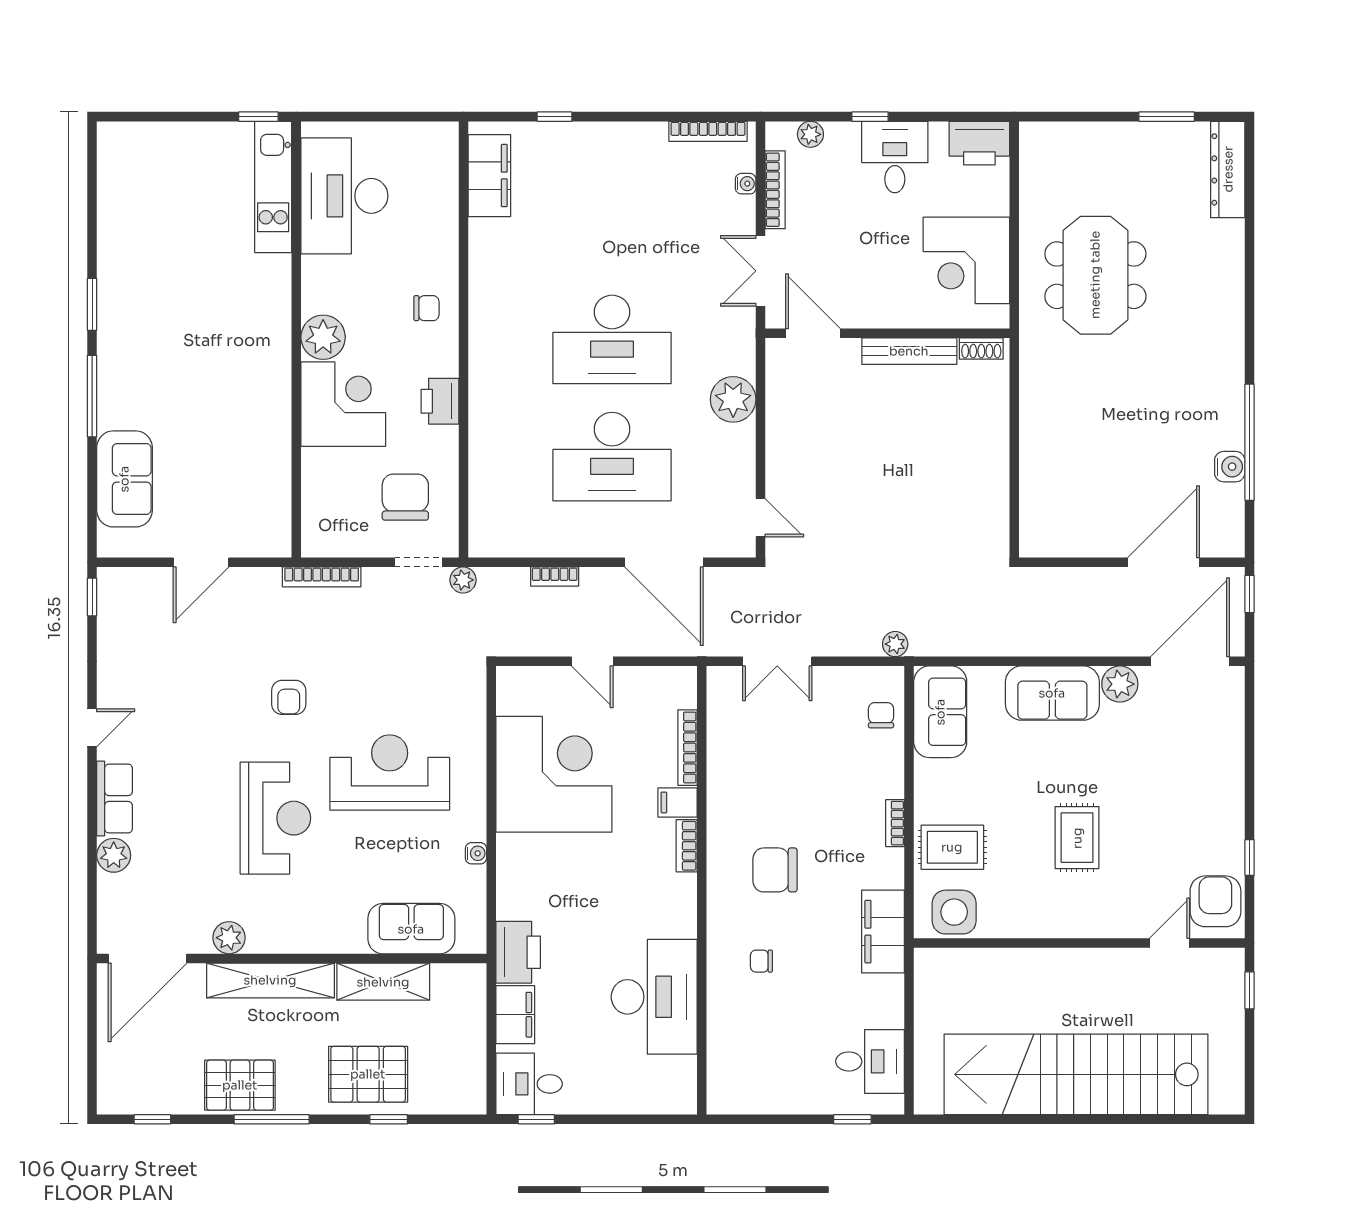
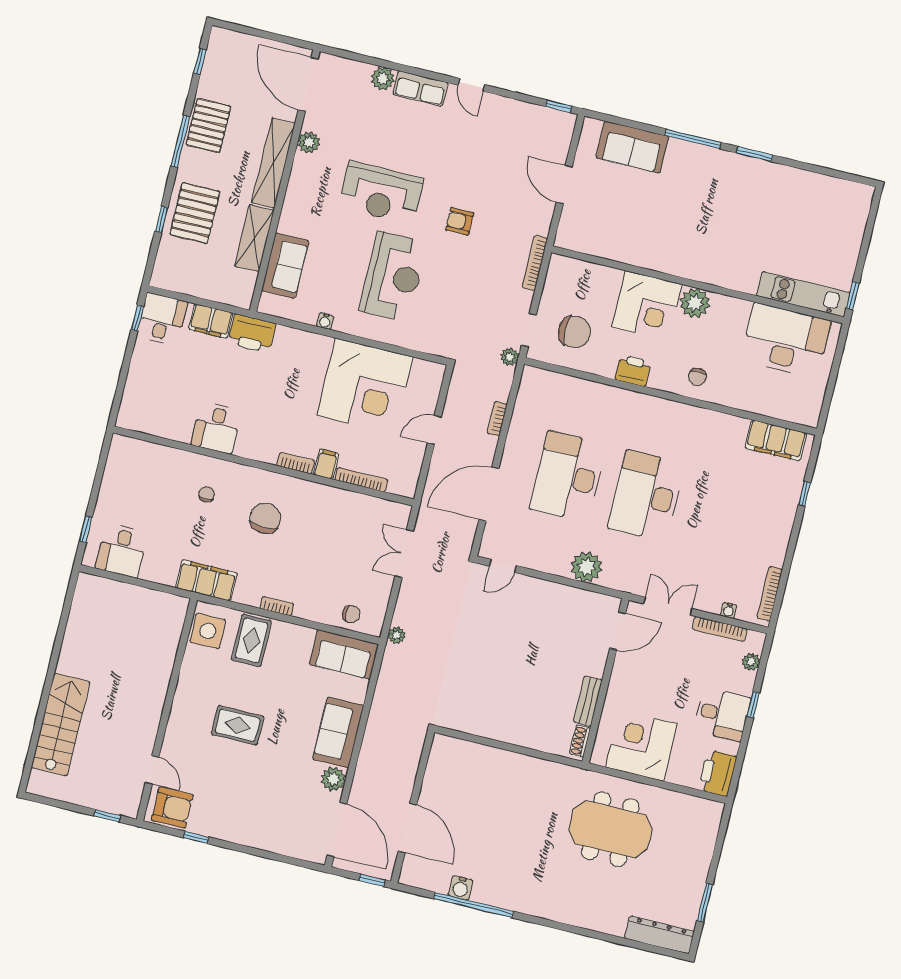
bench: (909, 351) -> (588, 701), width x0.73
desk: (654, 997) -> (216, 428), width x0.53, depth x0.77
stairs: (1076, 1074) -> (60, 725), width x0.54, depth x0.66

